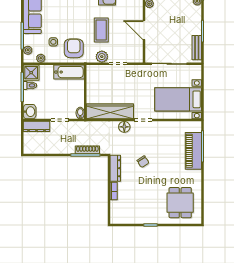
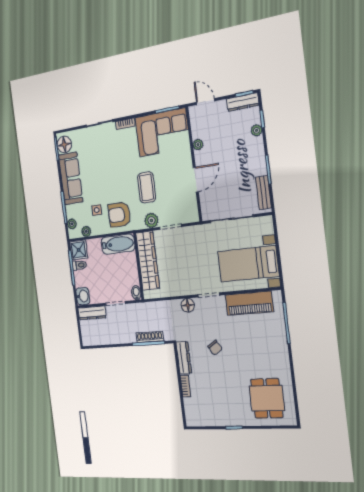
door: (144, 30) -> (196, 180), swing flipped
armchair: (74, 48) -> (119, 215), turned -90
wardrobe: (110, 111) -> (148, 261), moved, turned 90
piano: (193, 151) -> (249, 303), moved, turned -90

